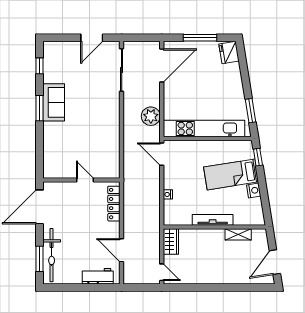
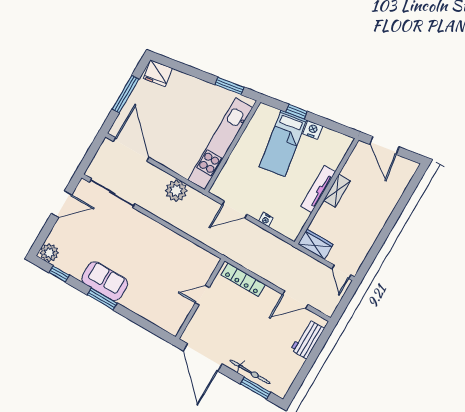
door: (92, 38) -> (62, 204), hinge flipped
plant: (51, 49) -> (49, 253), added
door: (162, 154) -> (235, 210), moved
window: (258, 157) -> (297, 112), moved
shelving: (238, 234) -> (337, 191), moved
bicycle: (52, 255) -> (250, 372), width x0.73, depth x0.71
door: (275, 262) -> (384, 146), moved
door: (162, 272) -> (341, 272), swing flipped

